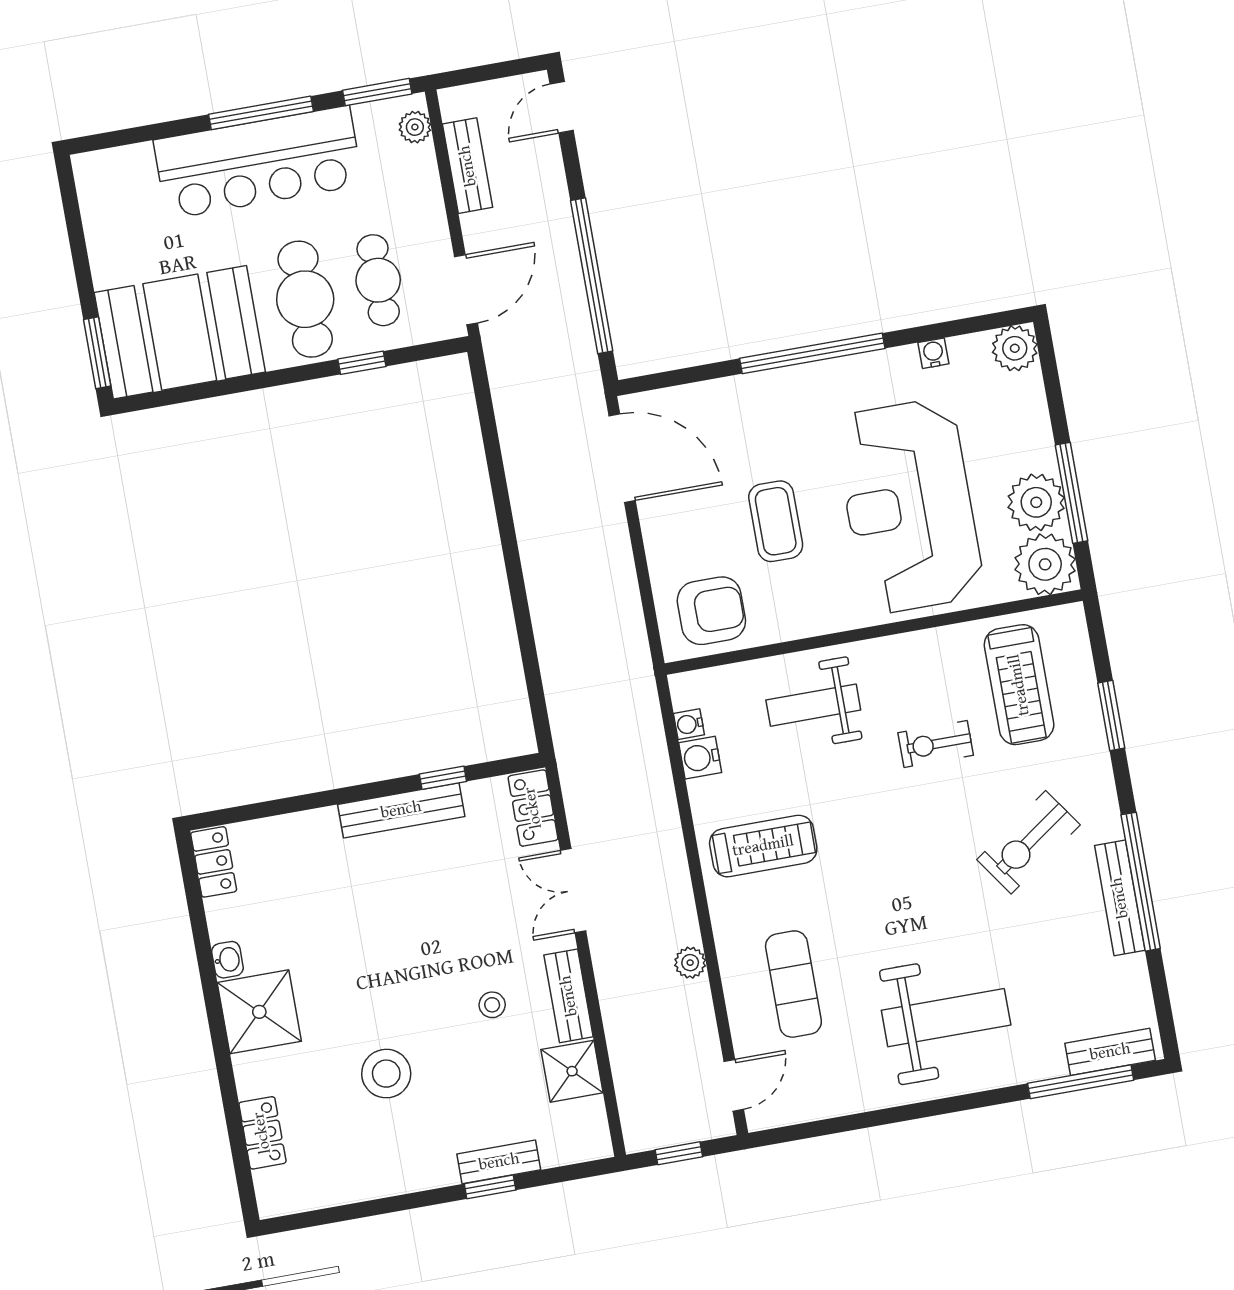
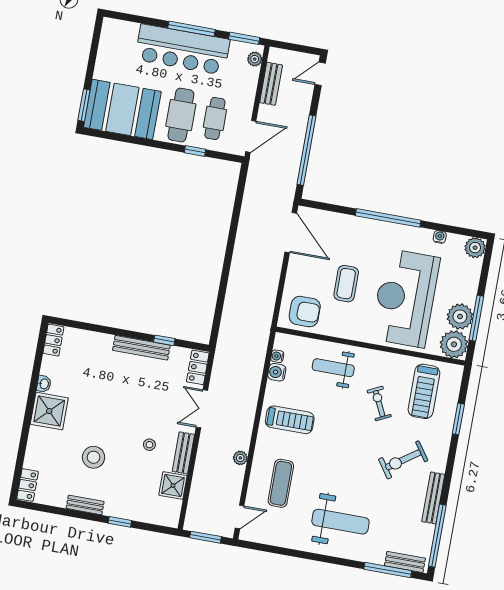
exercise bike: (936, 744) -> (379, 404), turned 64
window: (1141, 882) -> (437, 536), moved
locker: (262, 1133) -> (28, 485), moved
window: (679, 1153) -> (206, 537), width x1.50
bench: (499, 1162) -> (85, 505), moved

